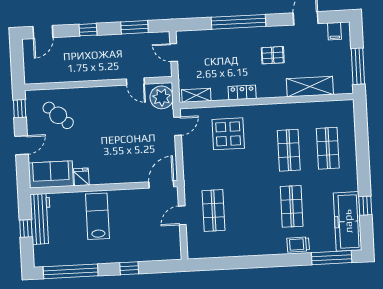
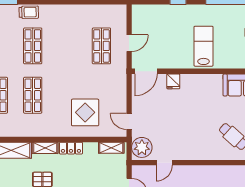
door: (135, 81) -> (164, 163), swing flipped
shelving: (271, 91) -> (45, 148), added
door: (178, 126) -> (129, 121), hinge flipped
fridge: (81, 177) -> (173, 81), moved
lab bench: (97, 216) -> (204, 46), turned 180

